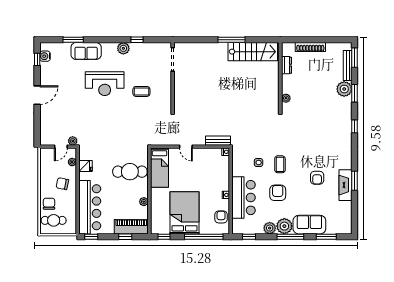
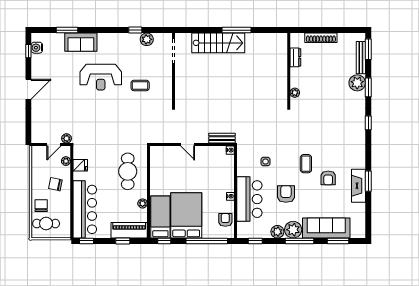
plant: (123, 48) -> (147, 39), moved
stairs: (253, 52) -> (218, 43), moved
coffee table: (280, 164) -> (306, 164), moved
bed: (160, 168) -> (160, 217), moved, turned 180
cafe table: (130, 172) -> (128, 171), turned 90
sofa: (309, 225) -> (326, 228), width x1.36

